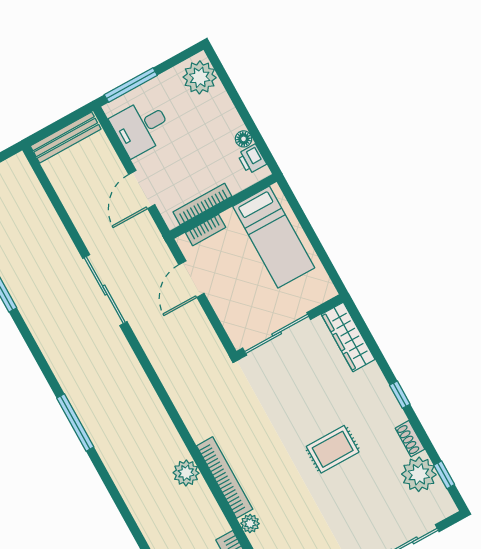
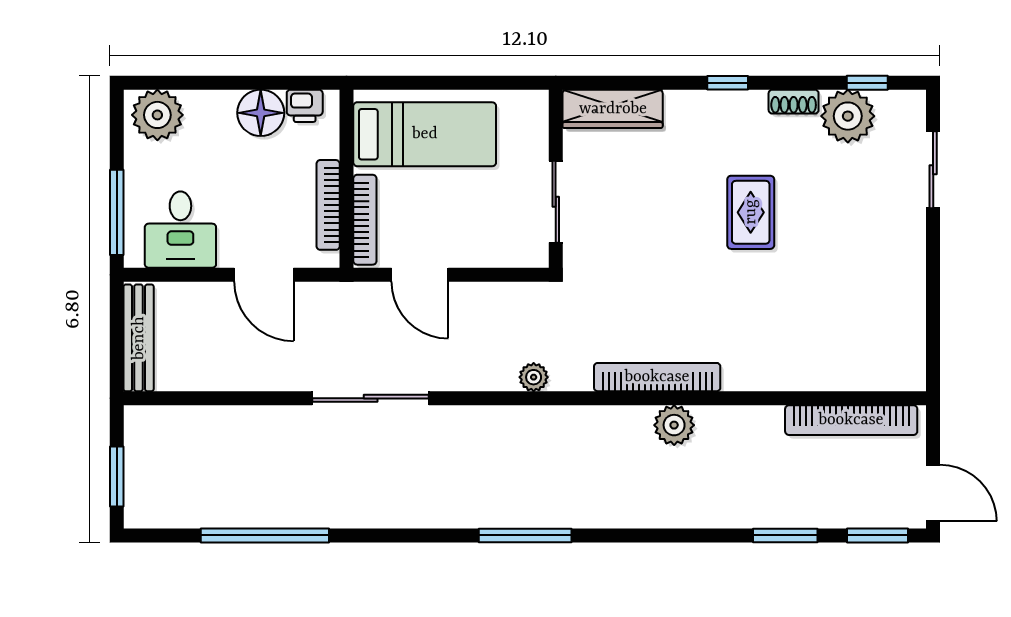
floor lamp: (244, 139) -> (261, 113), width x1.89, depth x1.89
bookcase: (206, 230) -> (365, 220), width x1.56
sliding door: (277, 334) -> (556, 202), width x0.73
bookcase: (225, 477) -> (657, 377), moved
plant: (250, 523) -> (534, 377), moved

